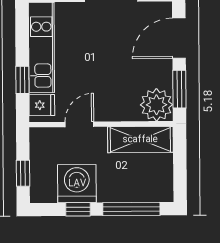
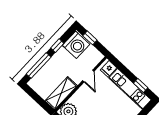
window: (22, 80) -> (141, 85), moved
washing machine: (77, 184) -> (76, 45), moved

